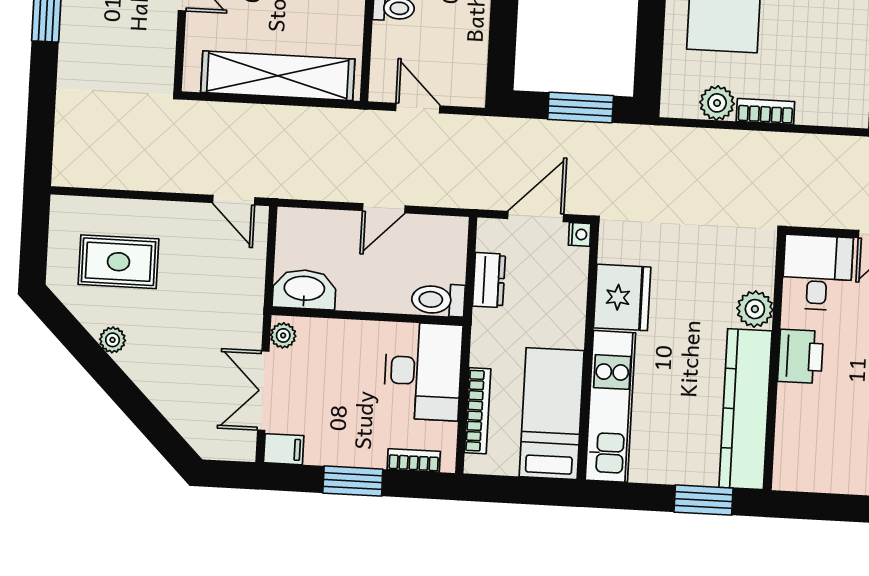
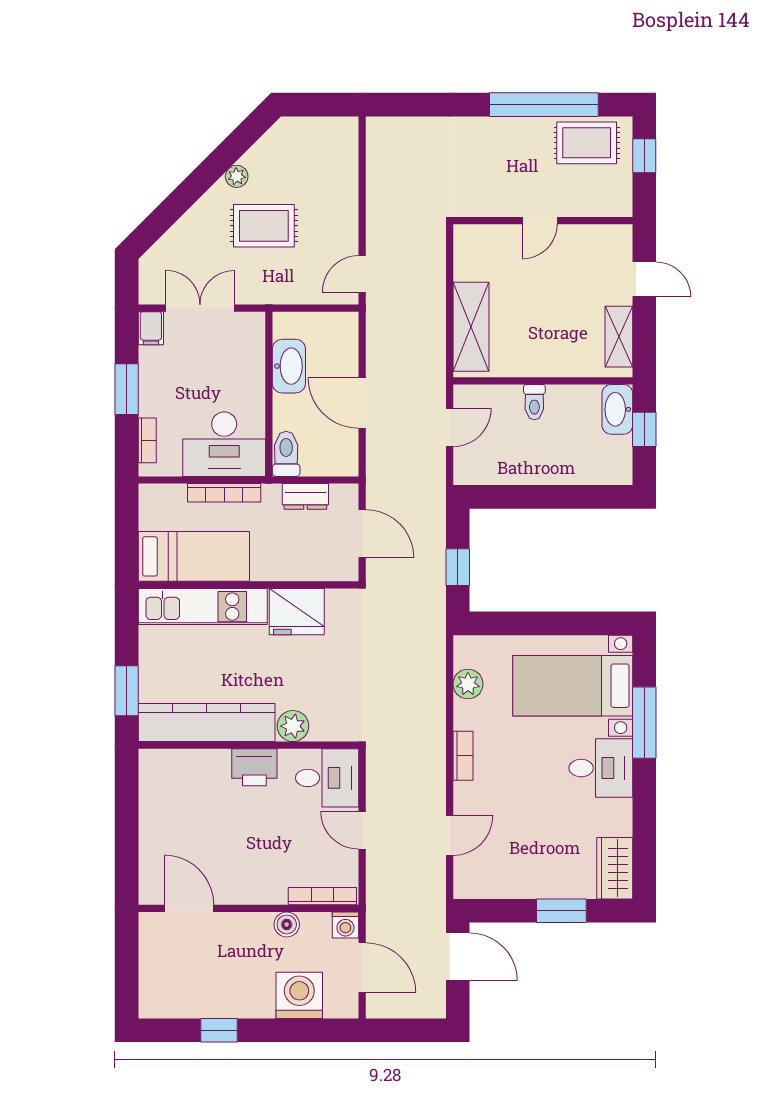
shelving: (278, 76) -> (471, 327), width x0.68
window: (581, 108) -> (458, 567), width x0.67
bookcase: (765, 111) -> (463, 756), moved
door: (384, 208) -> (362, 403), width x1.38
nightstand: (580, 234) -> (349, 572), removed
rug: (118, 262) -> (264, 226), moved, turned 90
washbasin: (304, 289) -> (289, 366), moved
plant: (283, 335) -> (248, 323), removed
bookcase: (478, 411) -> (224, 493), moved

